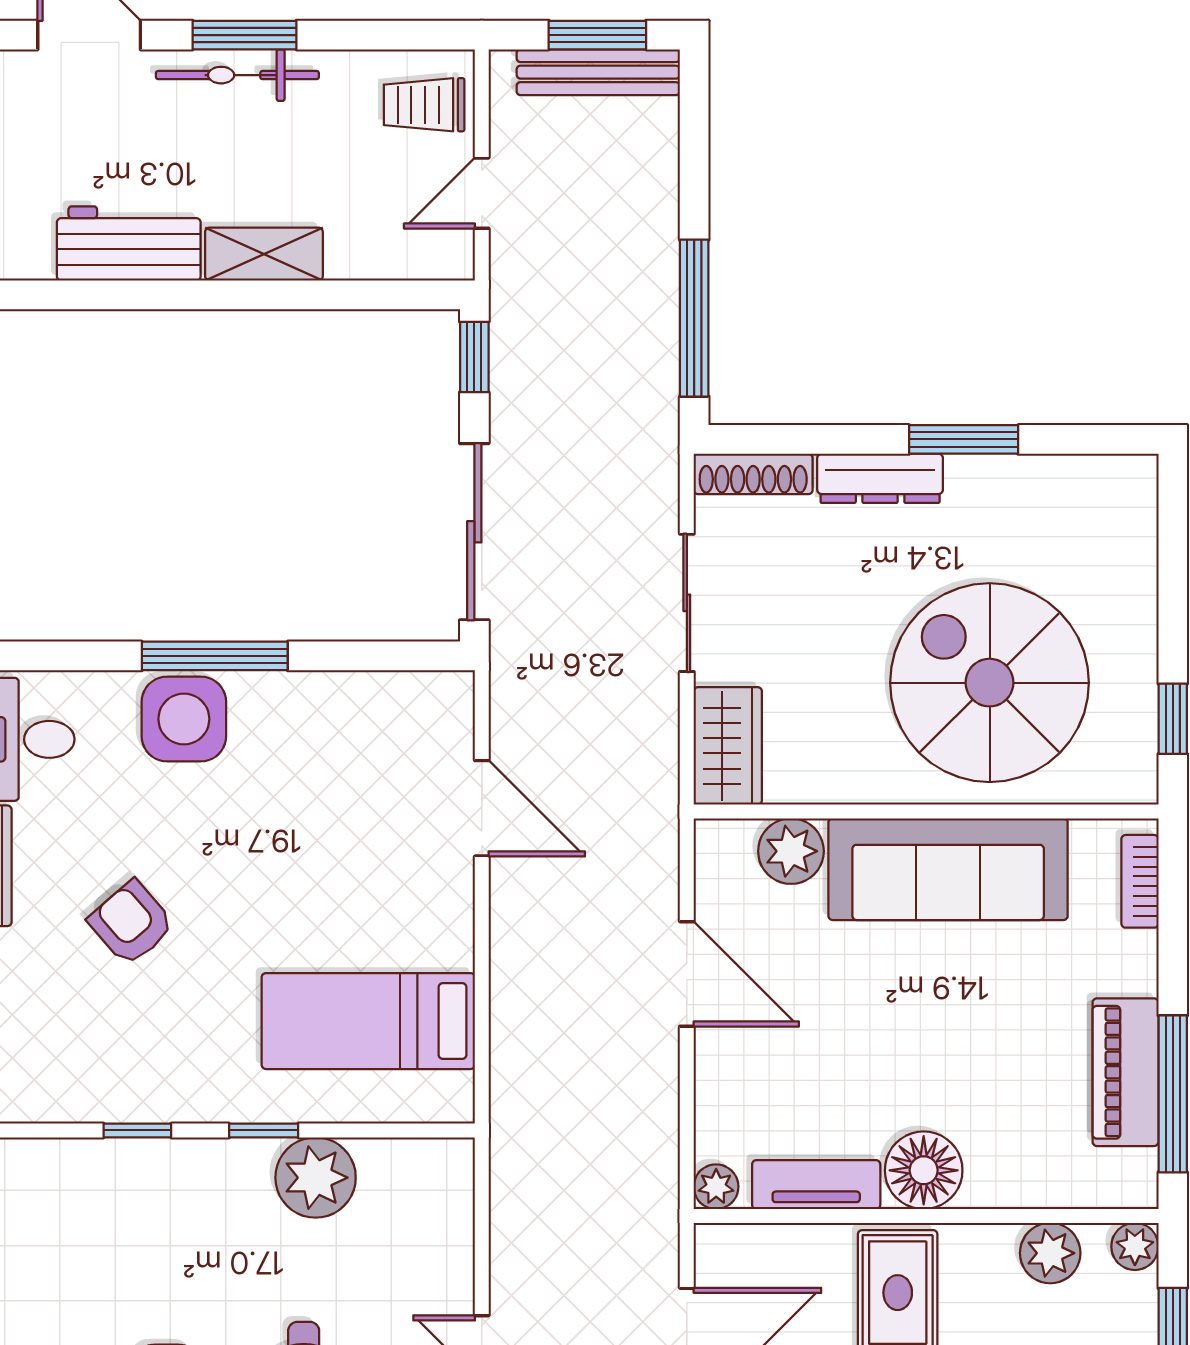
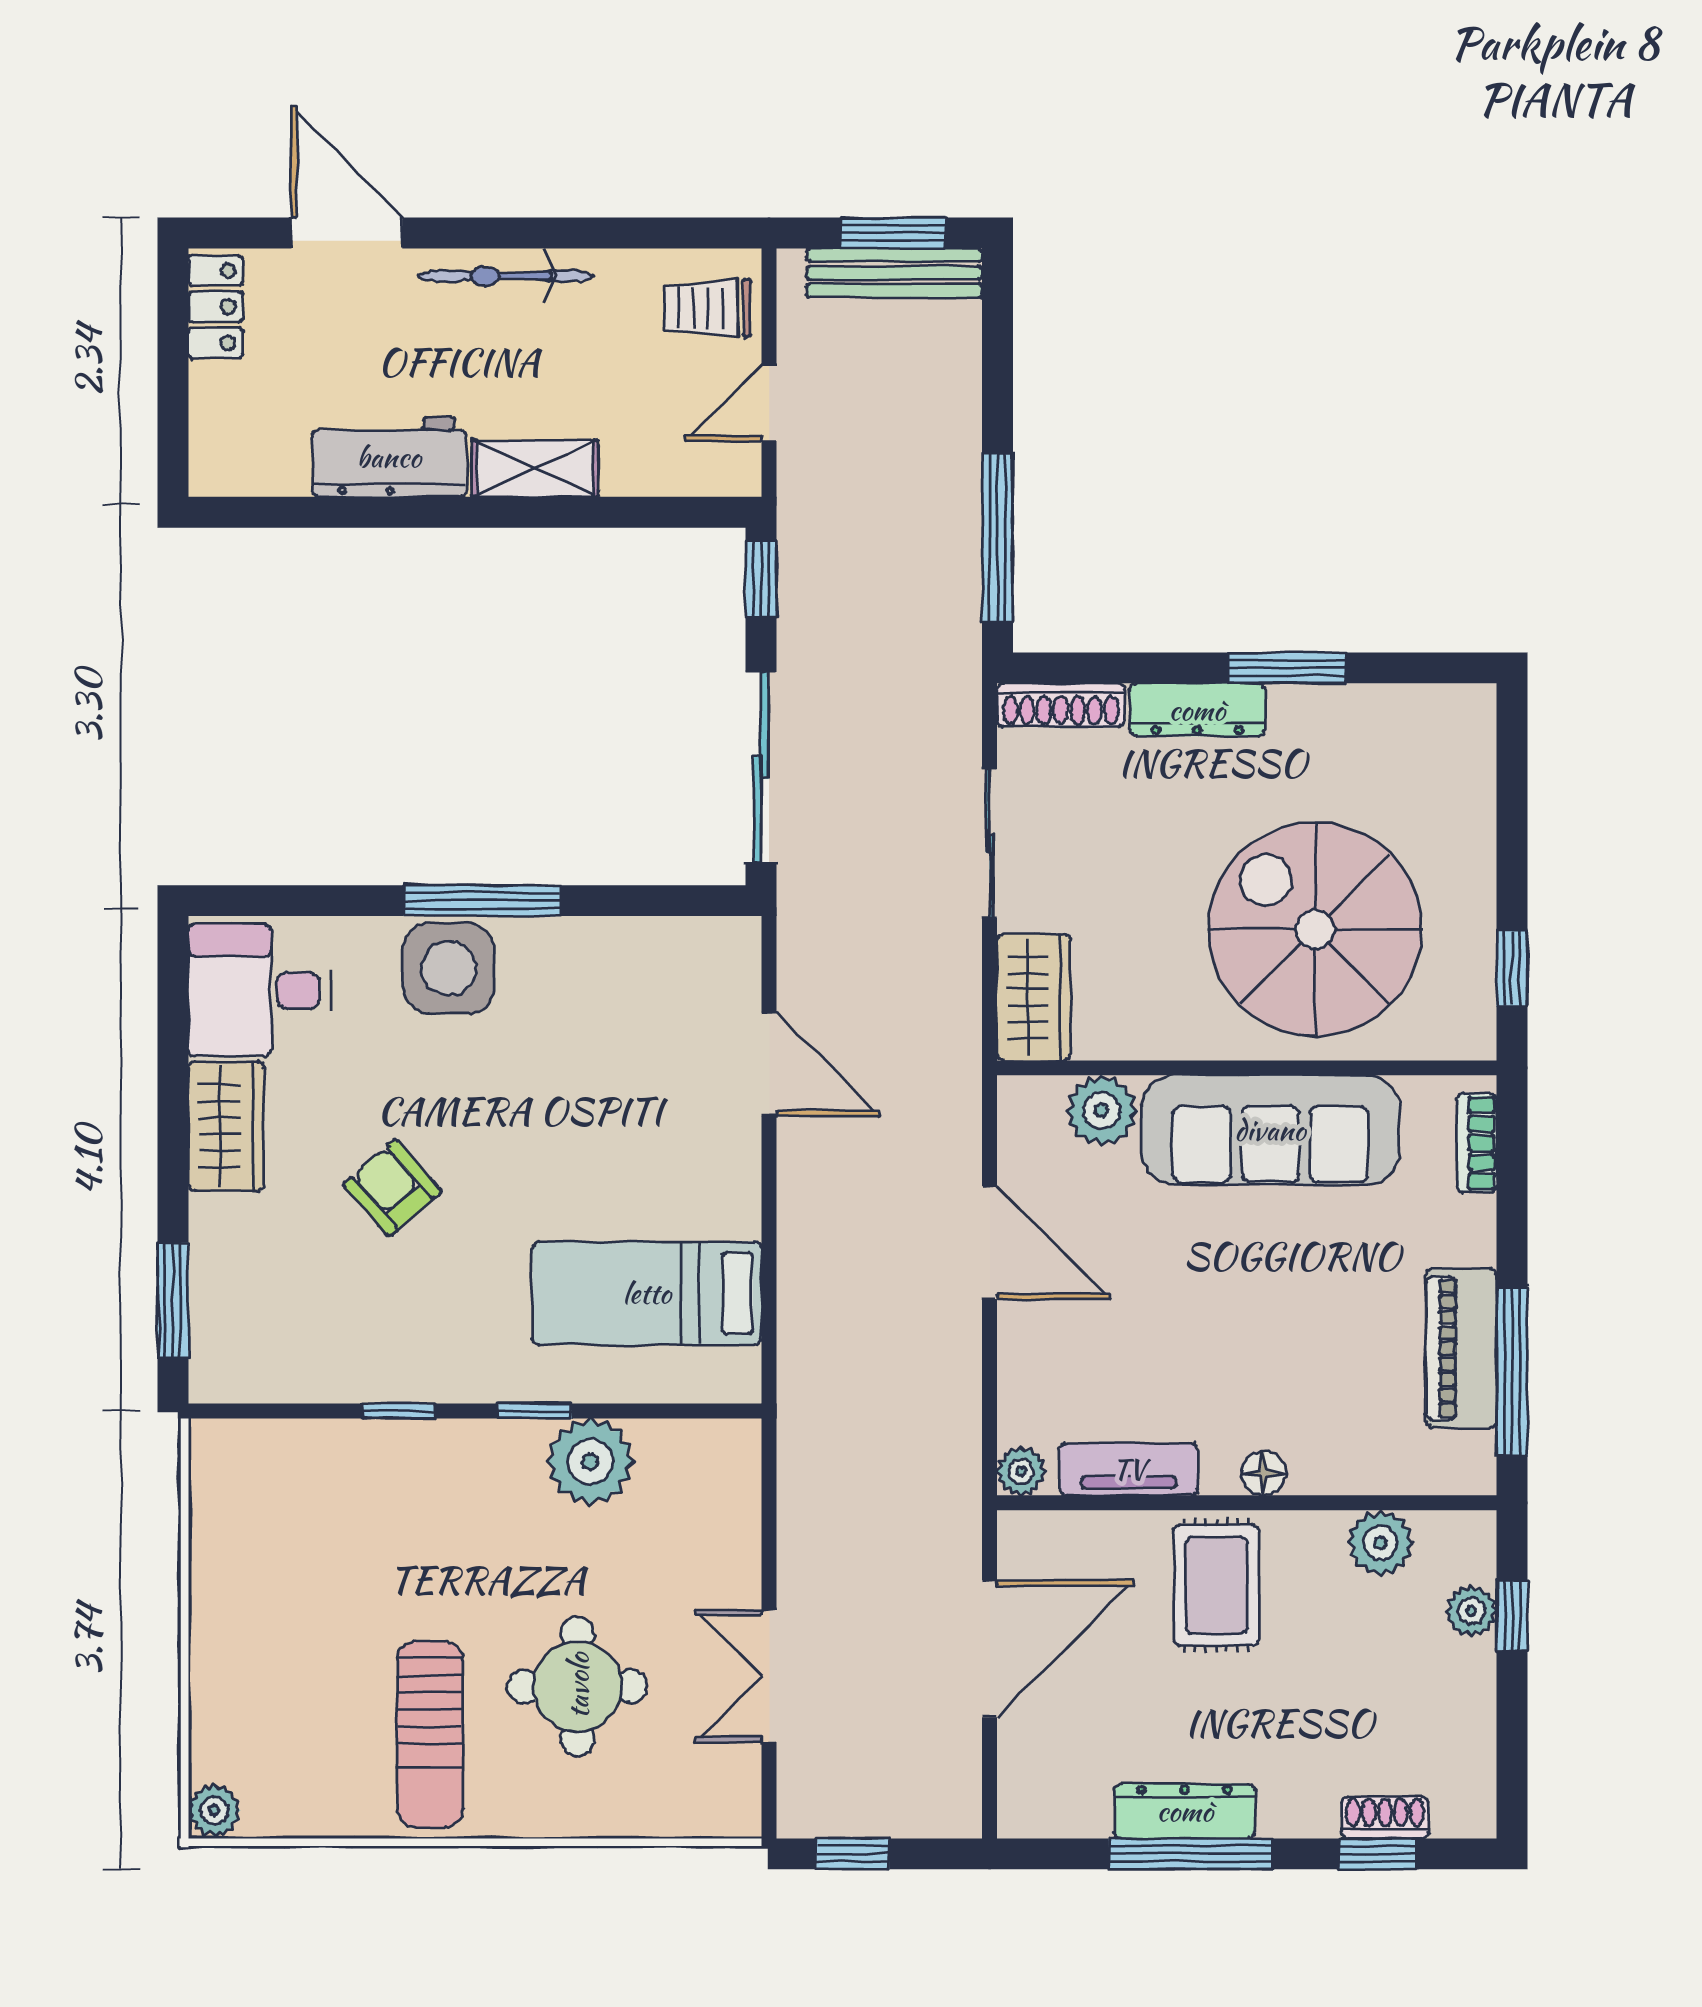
window: (245, 35) -> (514, 233), removed
floor lamp: (924, 1170) -> (1264, 1473), width x0.53, depth x0.53
plant: (1135, 1246) -> (1471, 1611), moved

